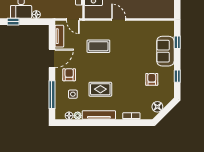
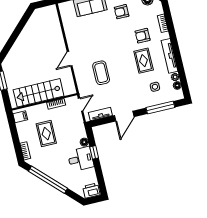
window: (13, 22) -> (94, 152), moved
door: (52, 58) -> (124, 116), swing flipped
armchair: (69, 75) -> (143, 36), moved

